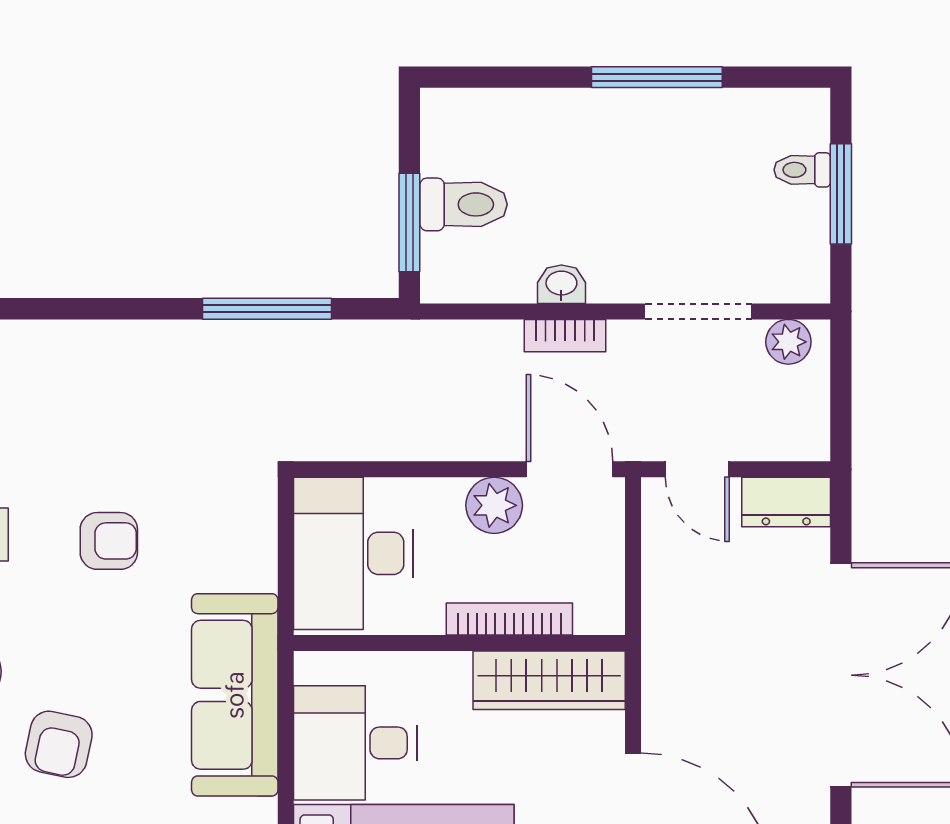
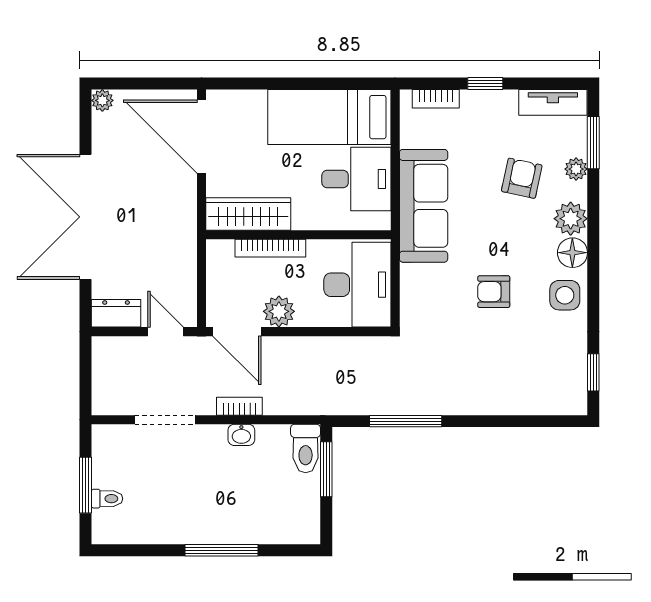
window: (657, 77) -> (221, 550), moved
toilet: (464, 204) -> (306, 448), moved, turned -90
plant: (788, 342) -> (115, 403), removed

